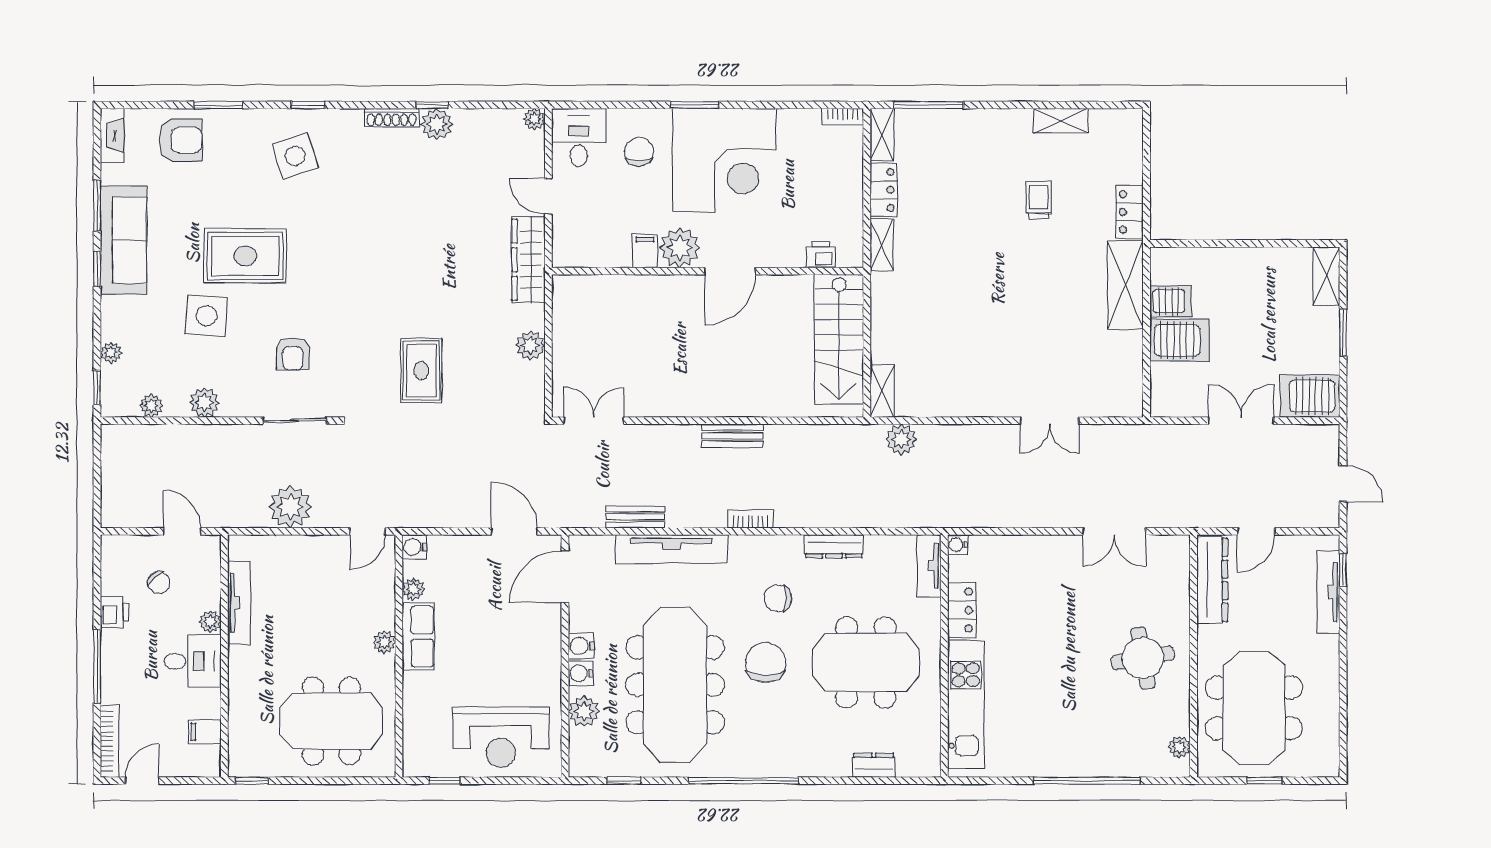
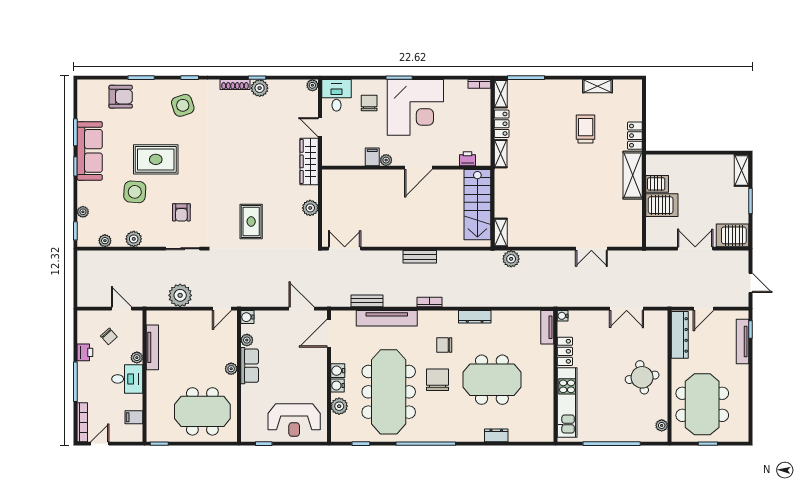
fireplace: (112, 136) -> (84, 94), removed
trolley: (1039, 200) -> (586, 129), width x1.36, depth x1.39
plant: (680, 248) -> (386, 160), width x0.53, depth x0.53
water cooler: (957, 545) -> (563, 316), moved
tv unit: (929, 566) -> (547, 327), moved
locker: (962, 610) -> (565, 351), moved
wall: (944, 656) -> (555, 376), moved
kitchen unit: (966, 704) -> (567, 402), moved

